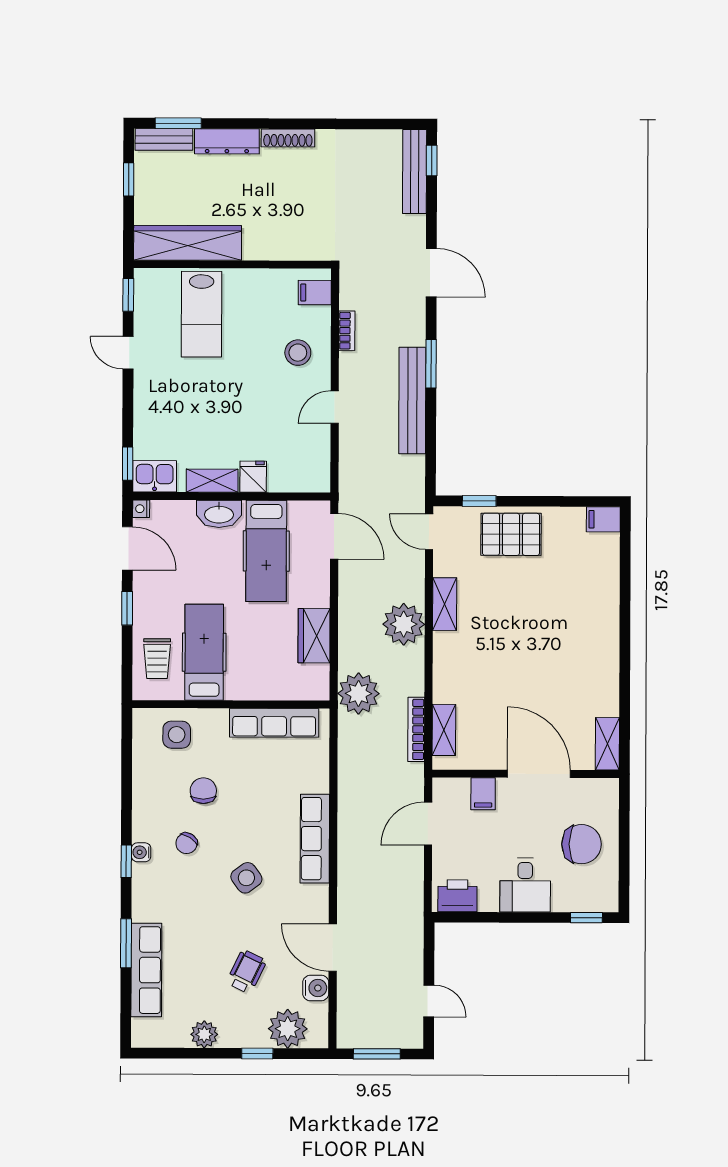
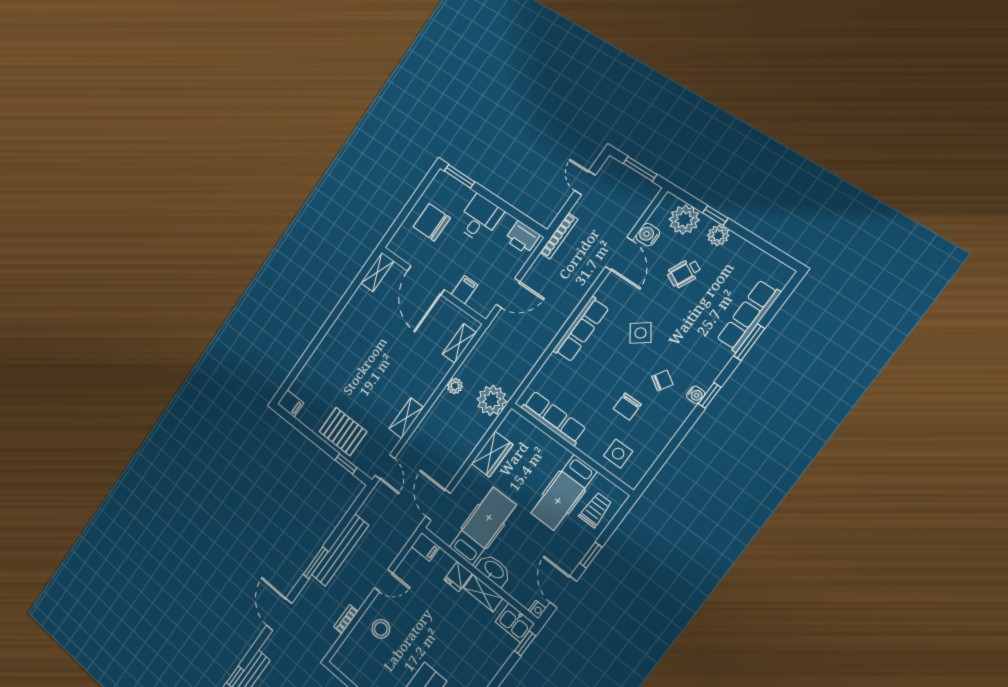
filing cabinet: (315, 293) -> (426, 547), moved
plant: (404, 624) -> (455, 386), moved, width x0.53, depth x0.53
bookcase: (416, 729) -> (559, 236), moved
window: (586, 918) -> (460, 176), width x1.50
plant: (204, 1034) -> (718, 235), moved

